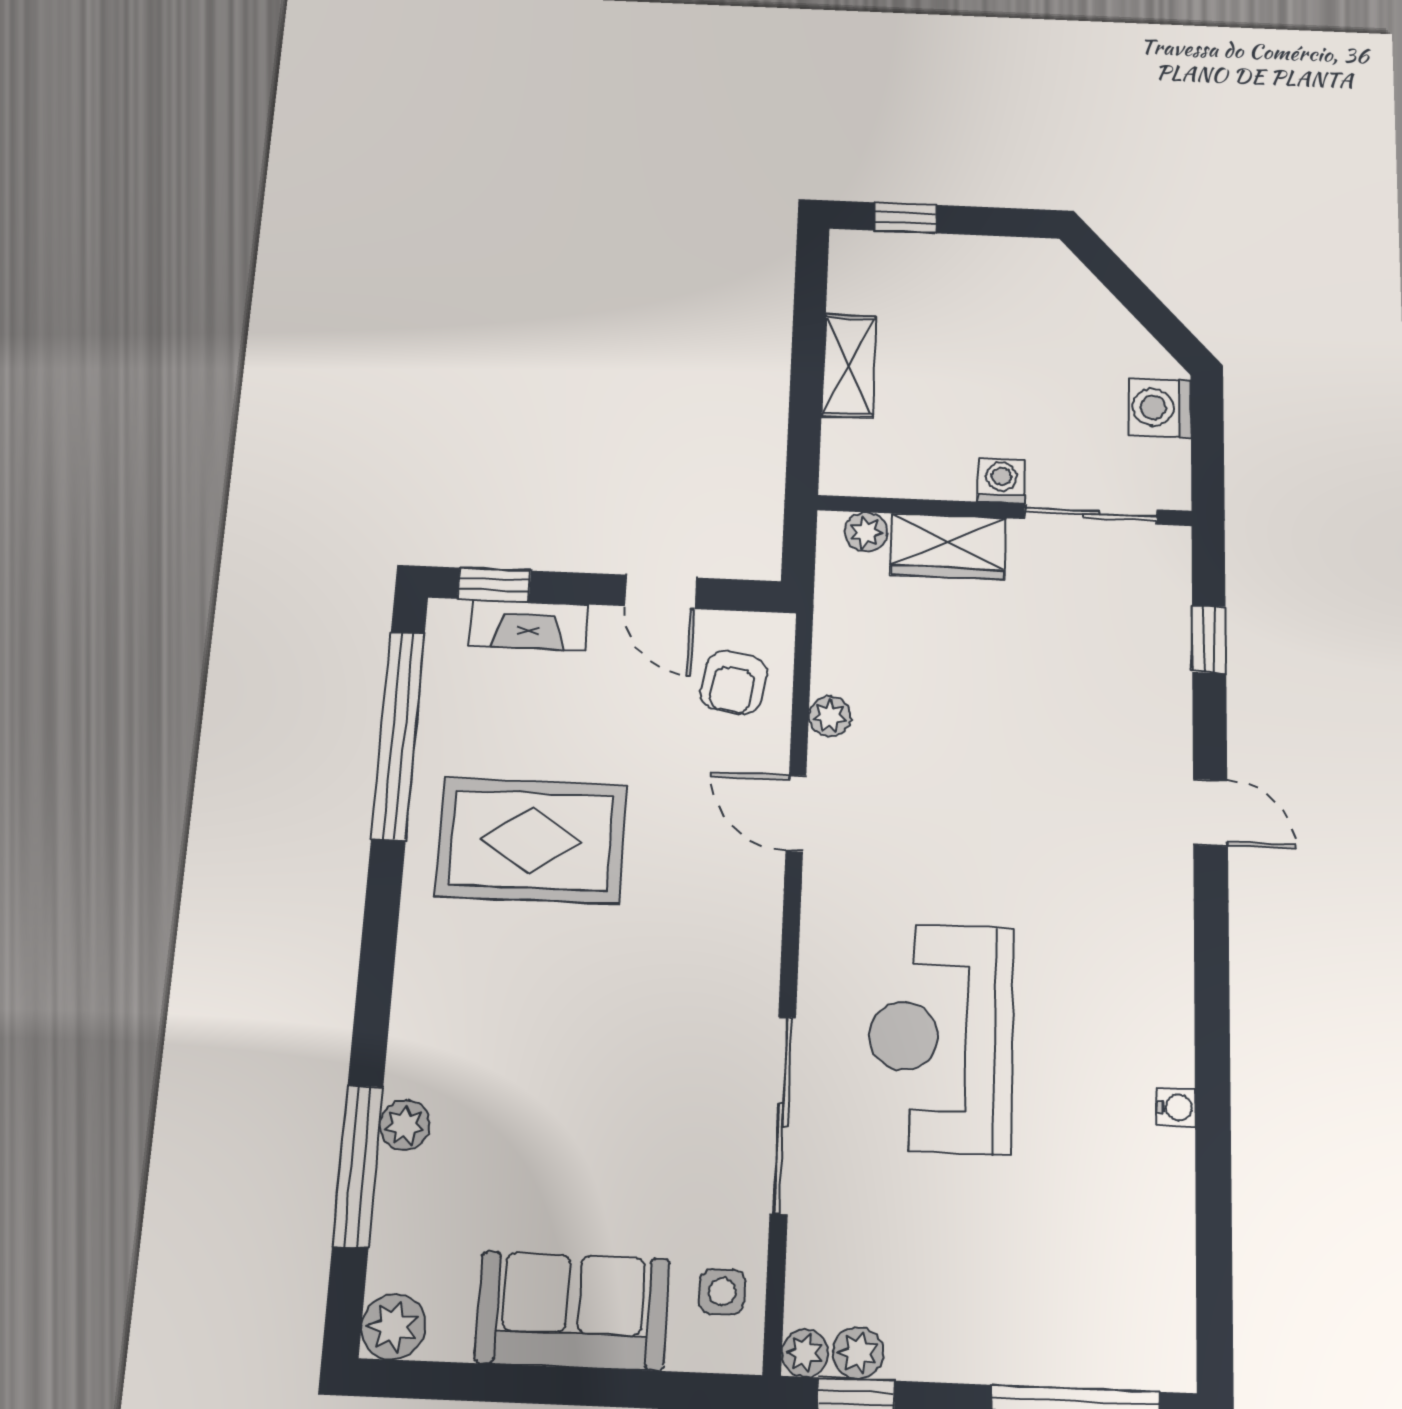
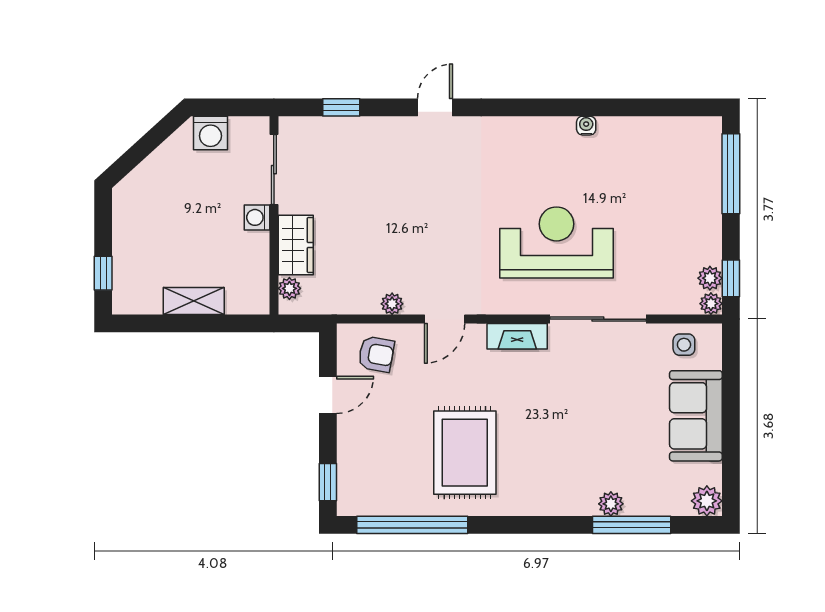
fireplace: (528, 625) -> (517, 336), moved, turned 90
reception desk: (941, 1037) -> (556, 242), turned 180

